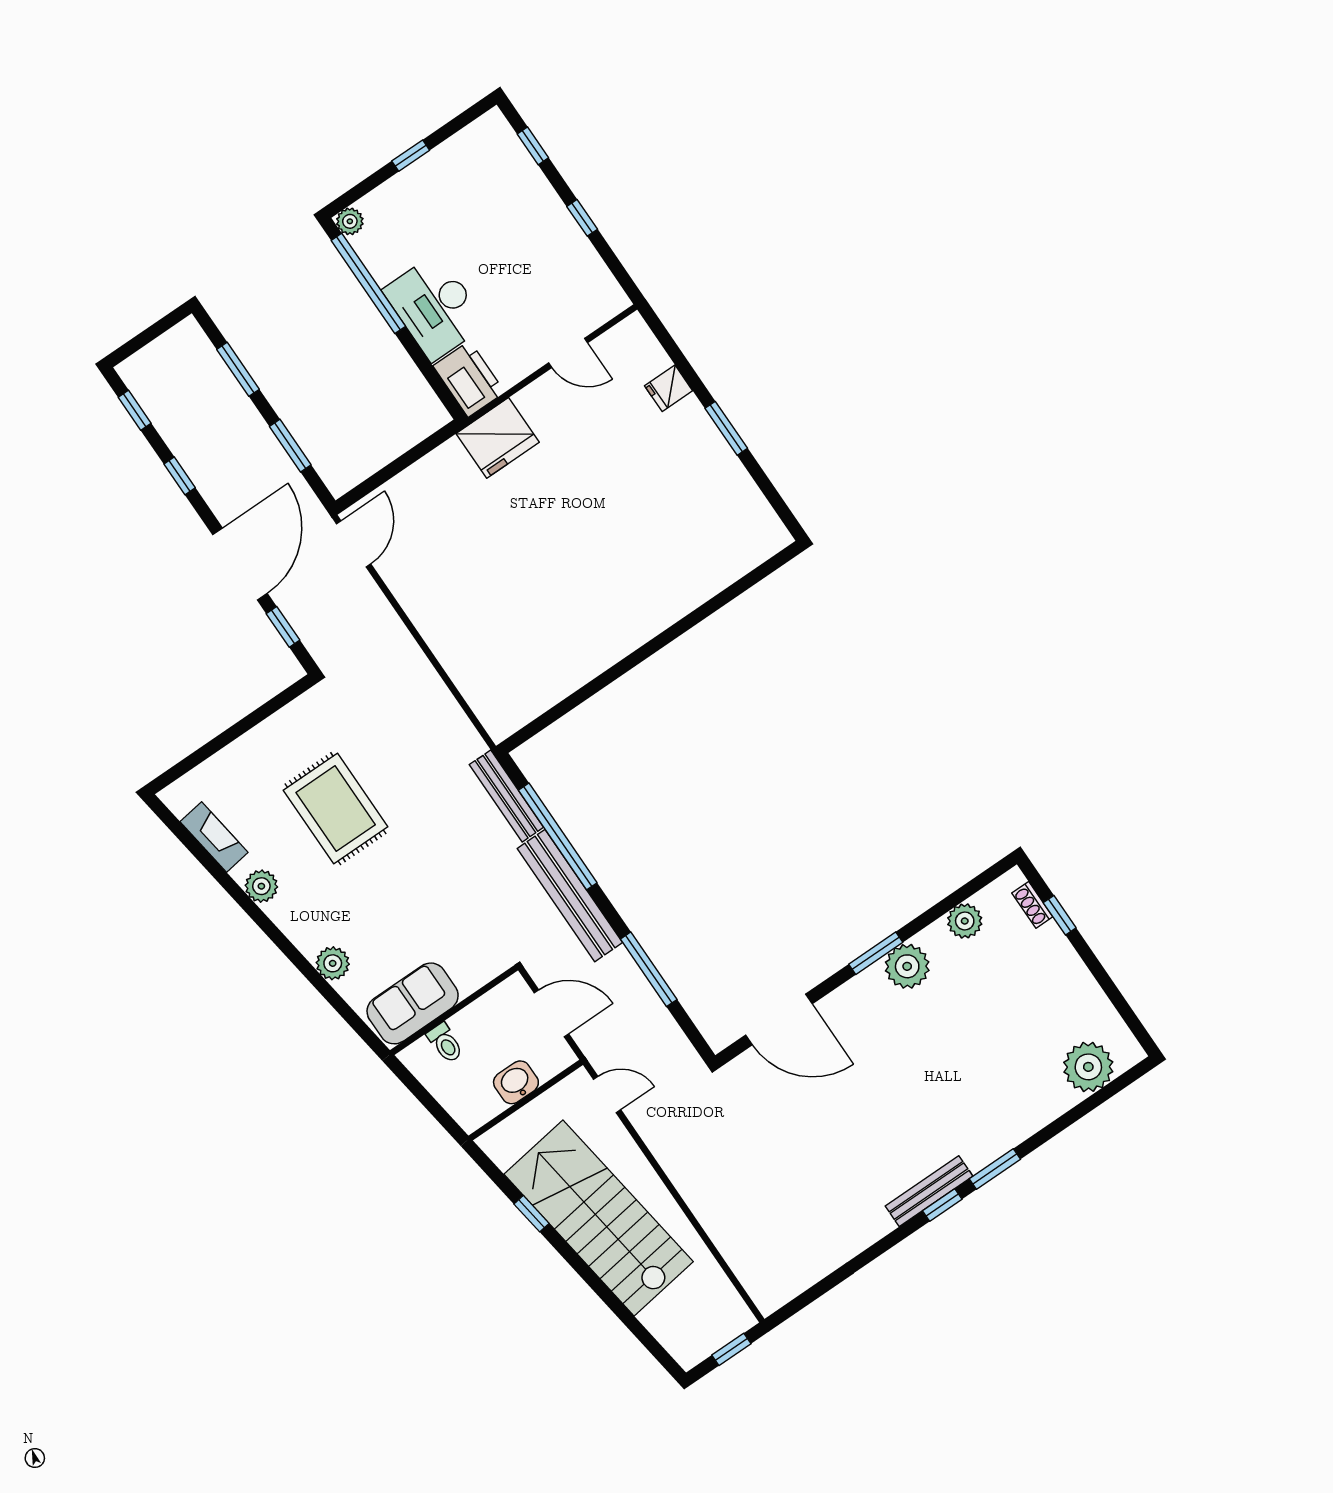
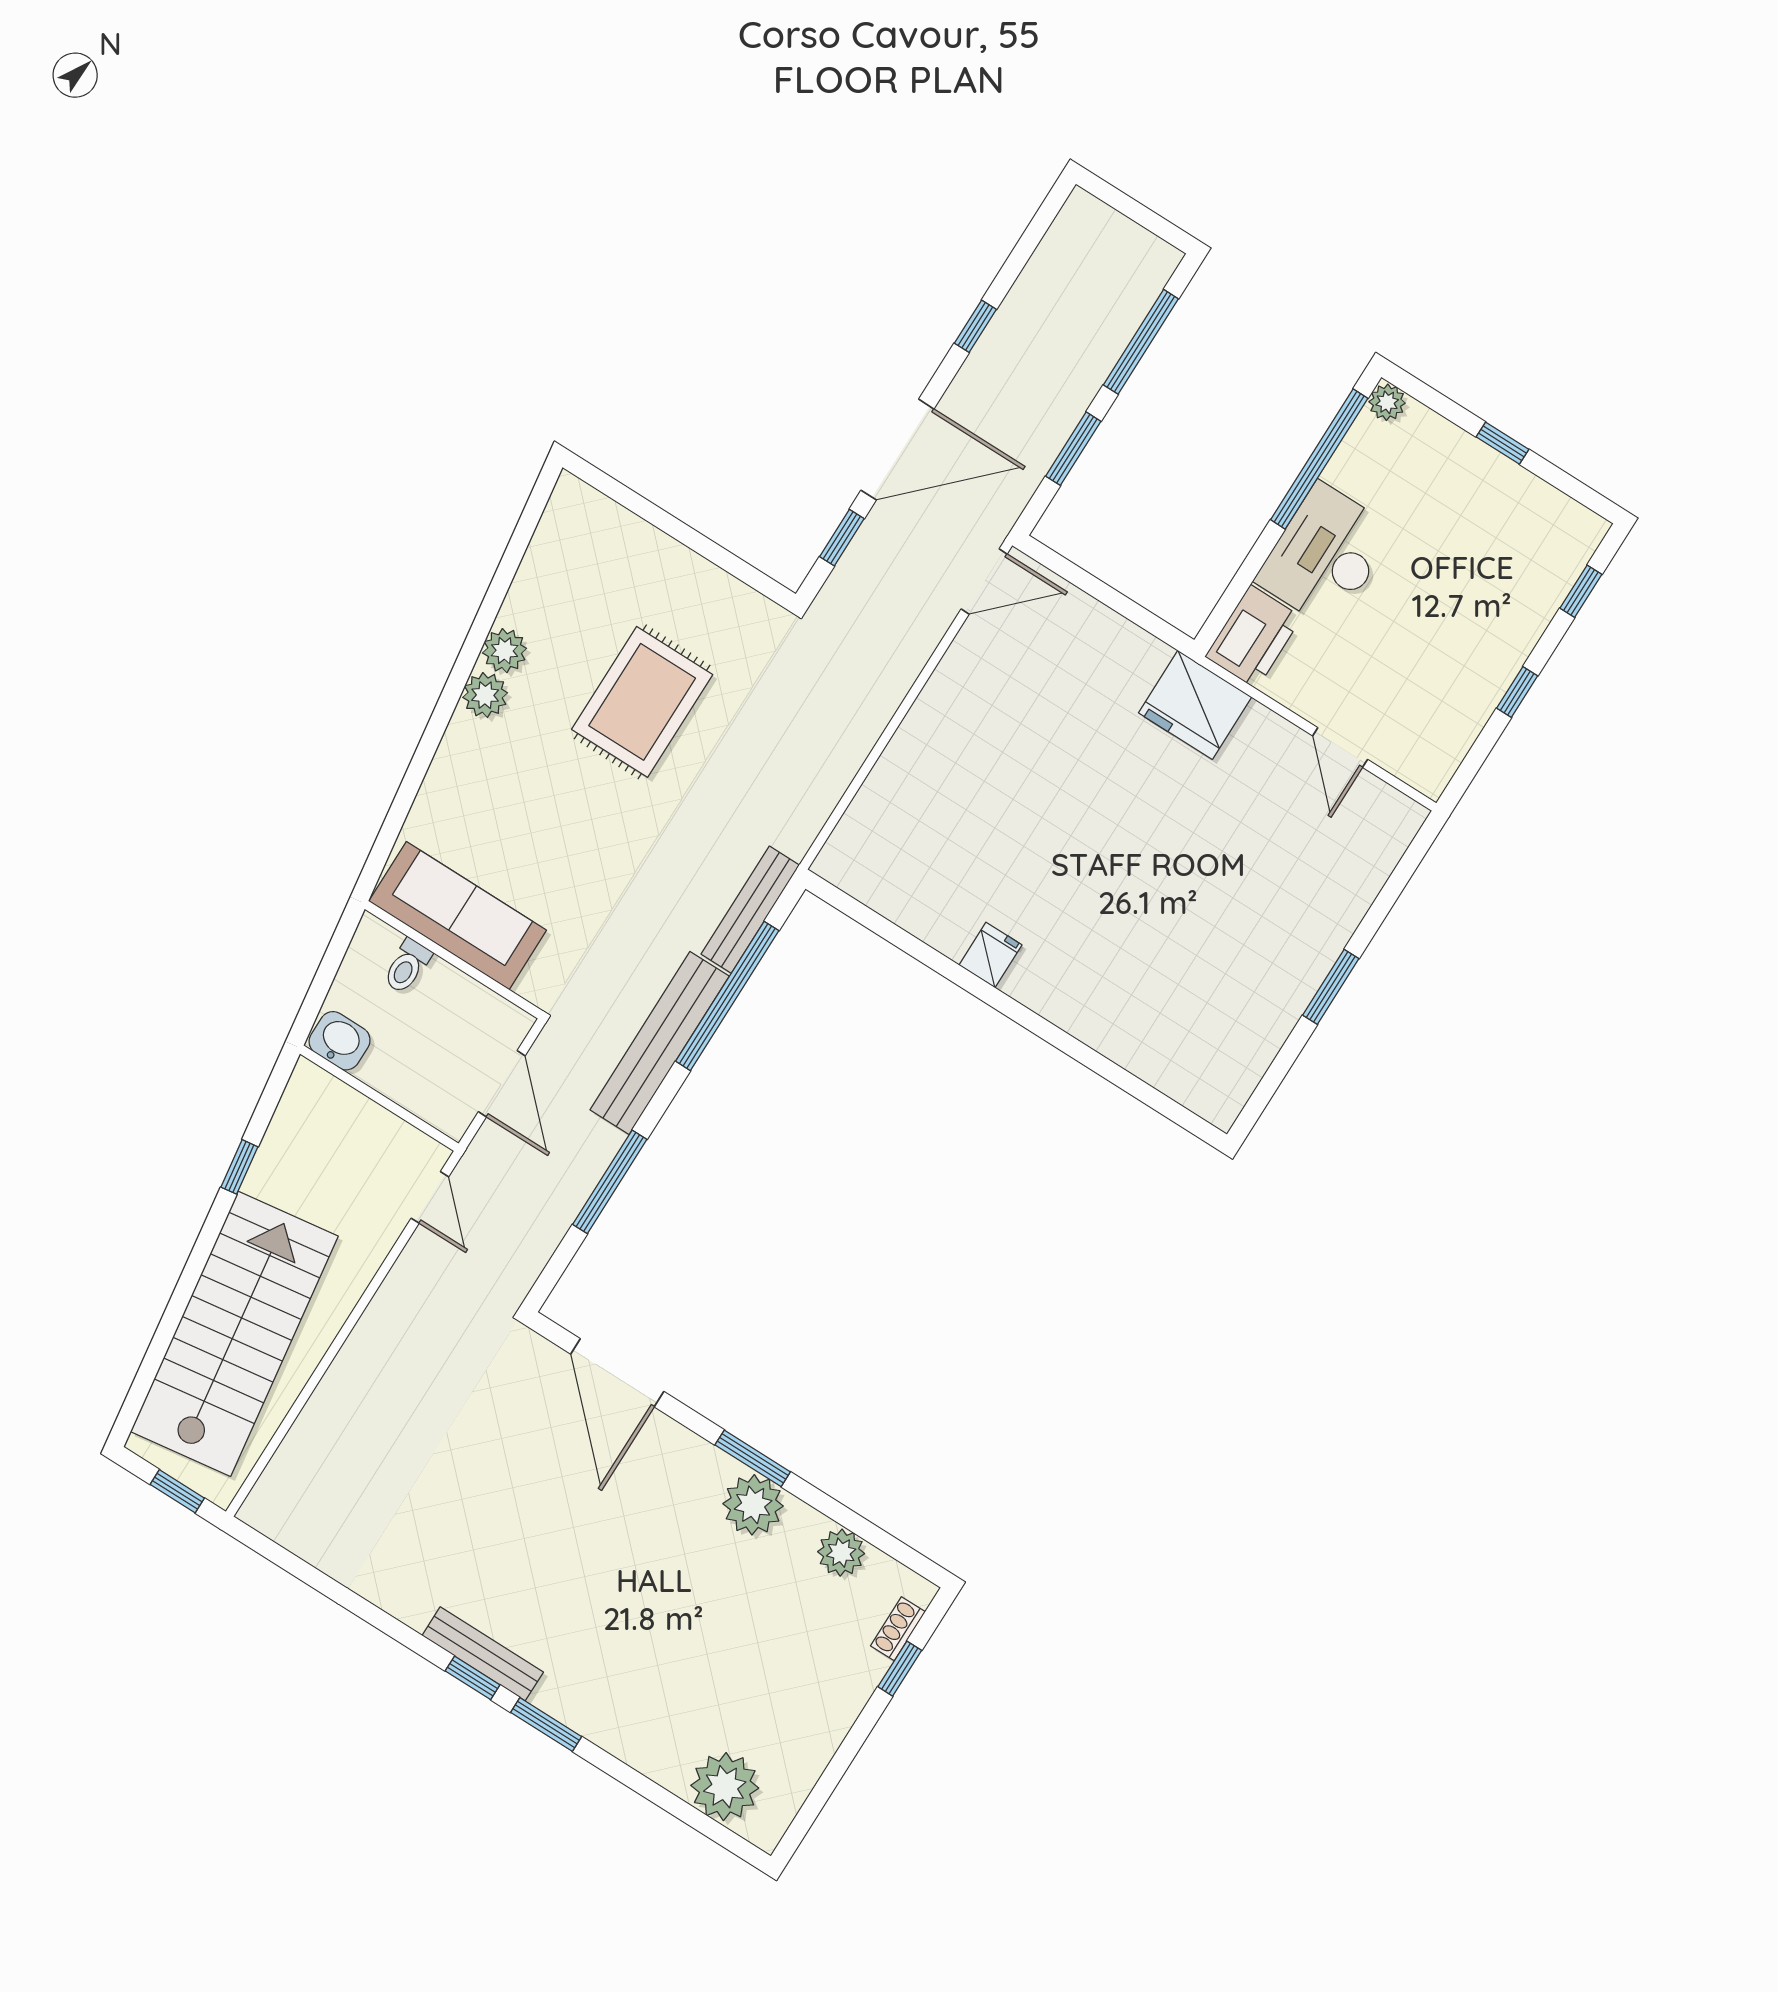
window: (238, 369) -> (1141, 342), width x1.44
fridge: (669, 388) -> (990, 955), moved, turned 90
window: (135, 410) -> (1034, 234), removed
fireplace: (214, 837) -> (541, 565), removed
plant: (333, 963) -> (485, 695), moved
sofa: (413, 1003) -> (458, 916), width x1.36
washbasin: (516, 1082) -> (340, 1041), moved
stairs: (599, 1218) -> (234, 1334), moved

